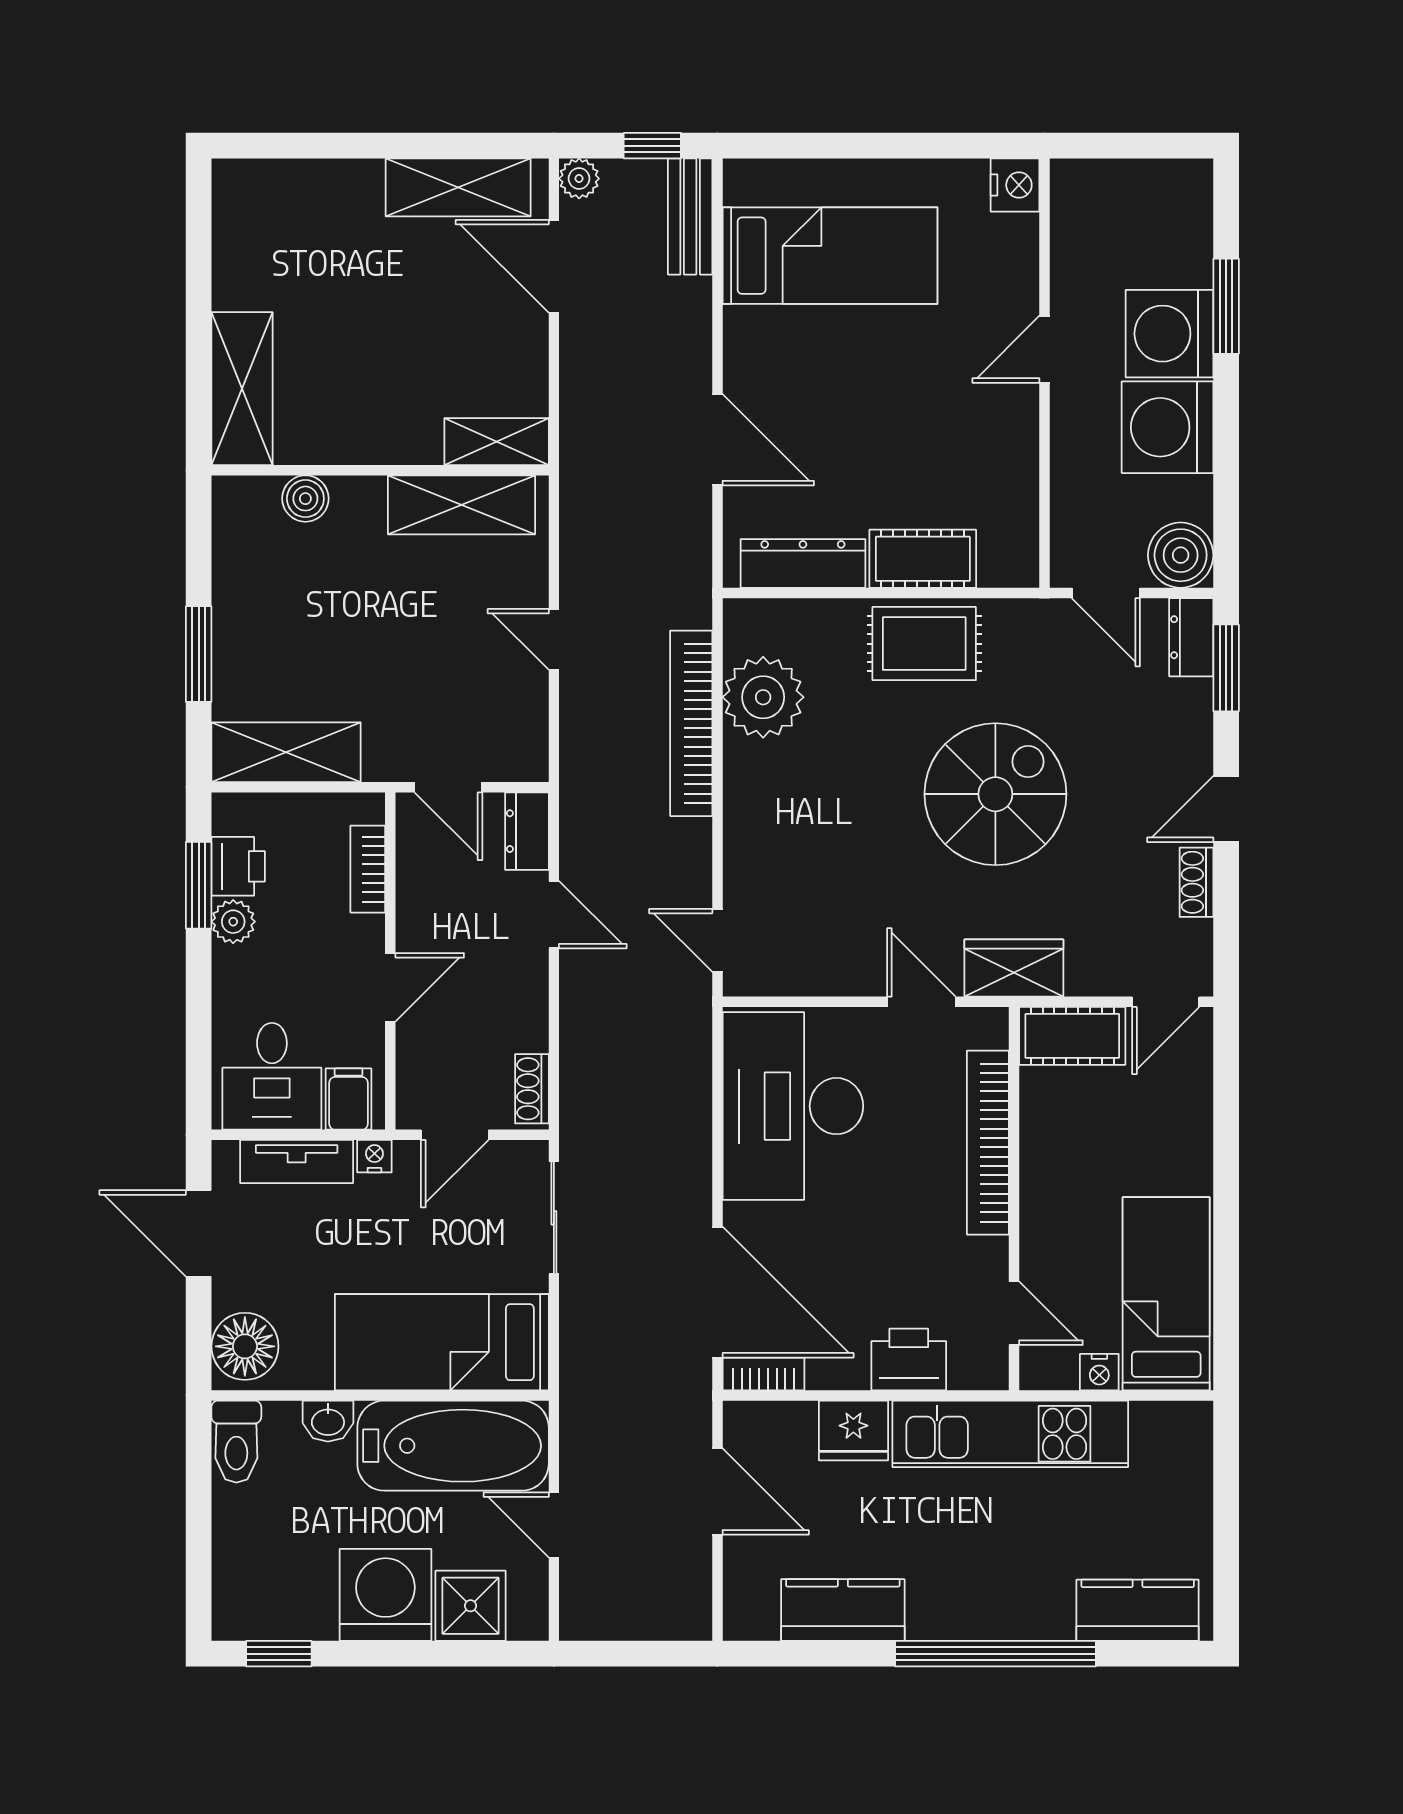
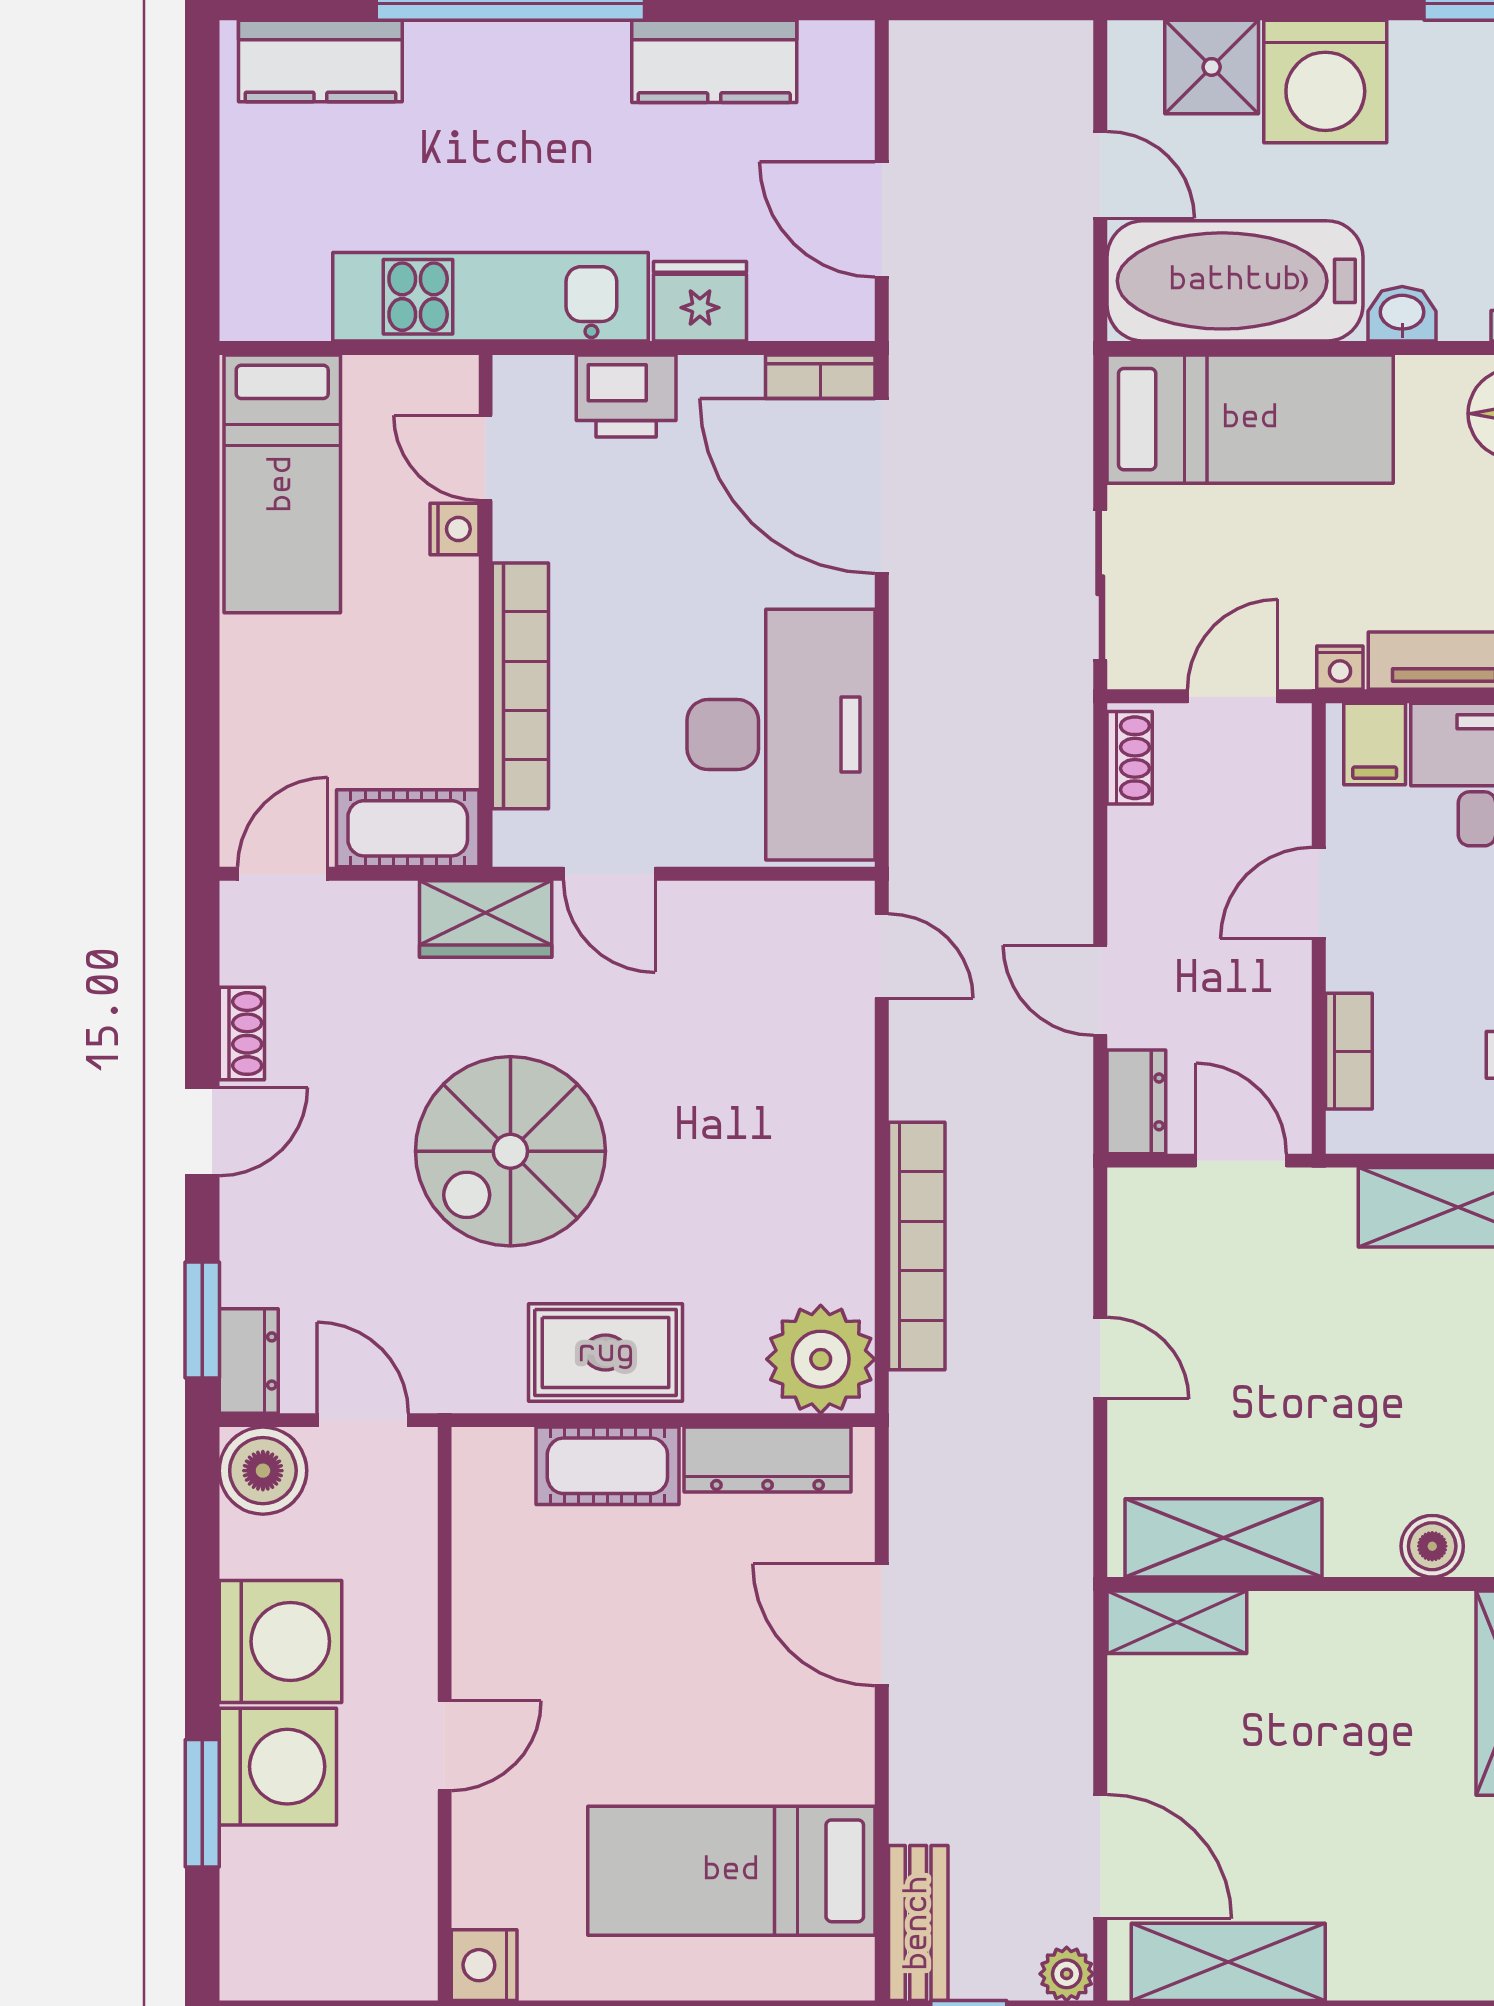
plant: (763, 697) -> (821, 1359), moved
nightstand: (1099, 1372) -> (454, 529), moved, turned 90

